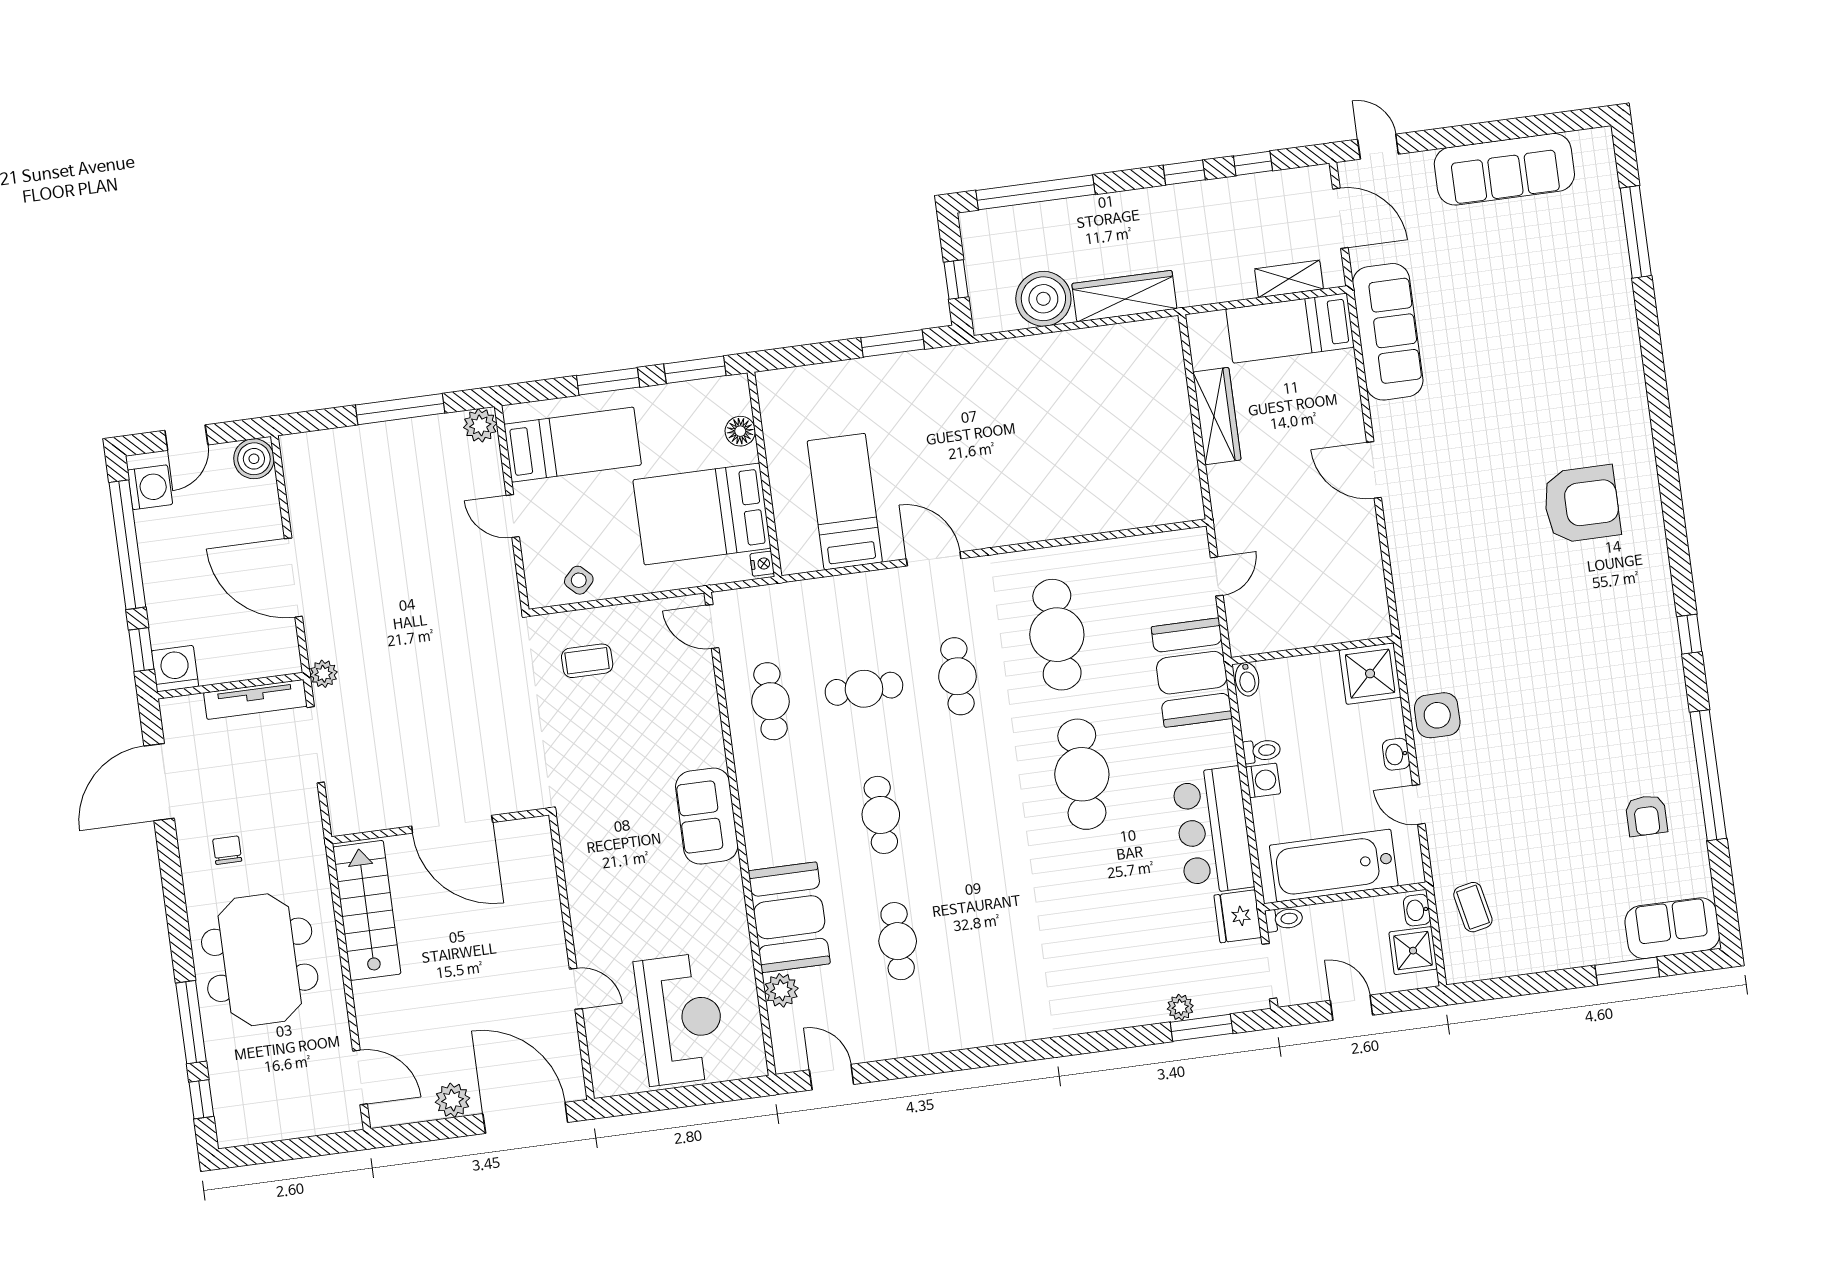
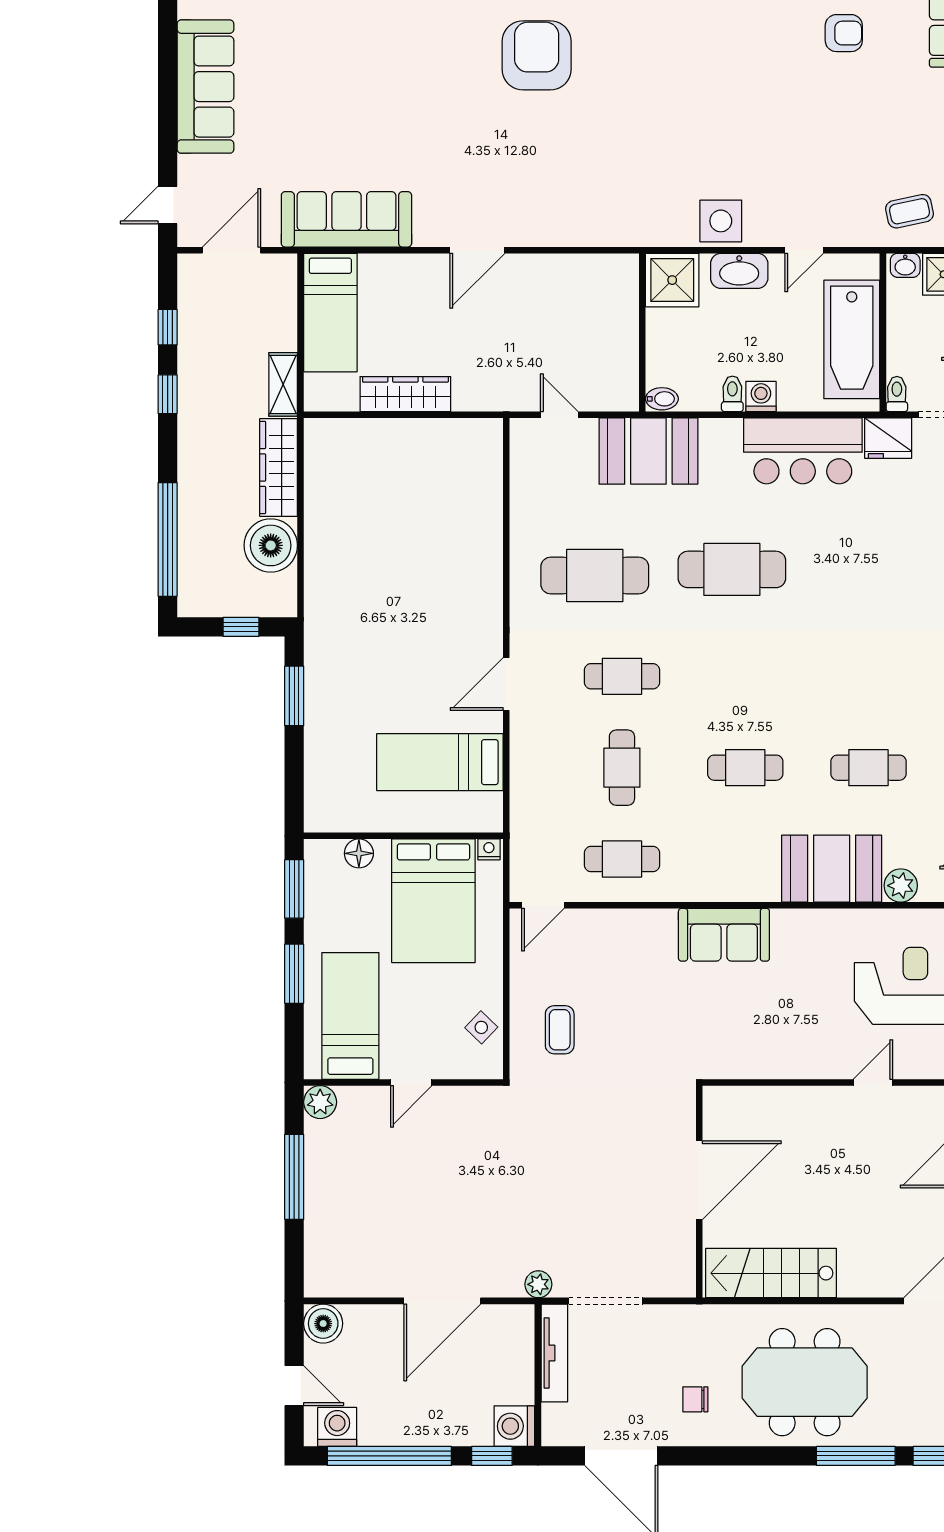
shelving: (1289, 279) -> (283, 384), moved
washbasin: (1396, 754) -> (739, 271), width x1.91, depth x1.45

